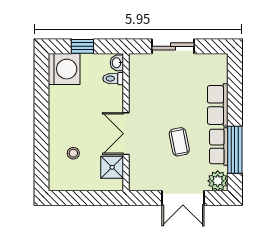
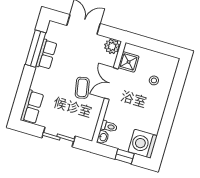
row of seats: (218, 105) -> (32, 107), moved
double door: (126, 134) -> (111, 84), swing flipped
coffee table: (179, 142) -> (82, 88), moved
plant: (218, 181) -> (112, 46), moved

